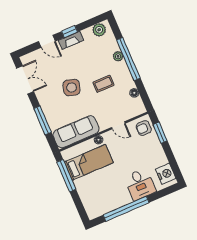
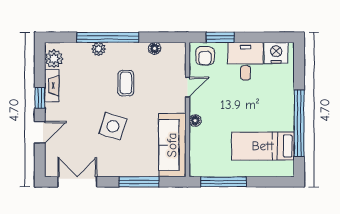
fireplace: (71, 40) -> (52, 86), moved
bed: (89, 162) -> (263, 146), moved, turned -90
desk: (140, 184) -> (245, 61), moved, turned -90

